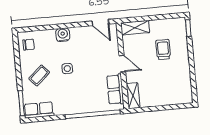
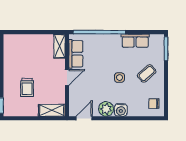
door: (100, 23) -> (84, 118), hinge flipped
plant: (78, 34) -> (106, 109), added
door: (122, 64) -> (67, 77), swing flipped
row of seats: (39, 110) -> (135, 41), moved

